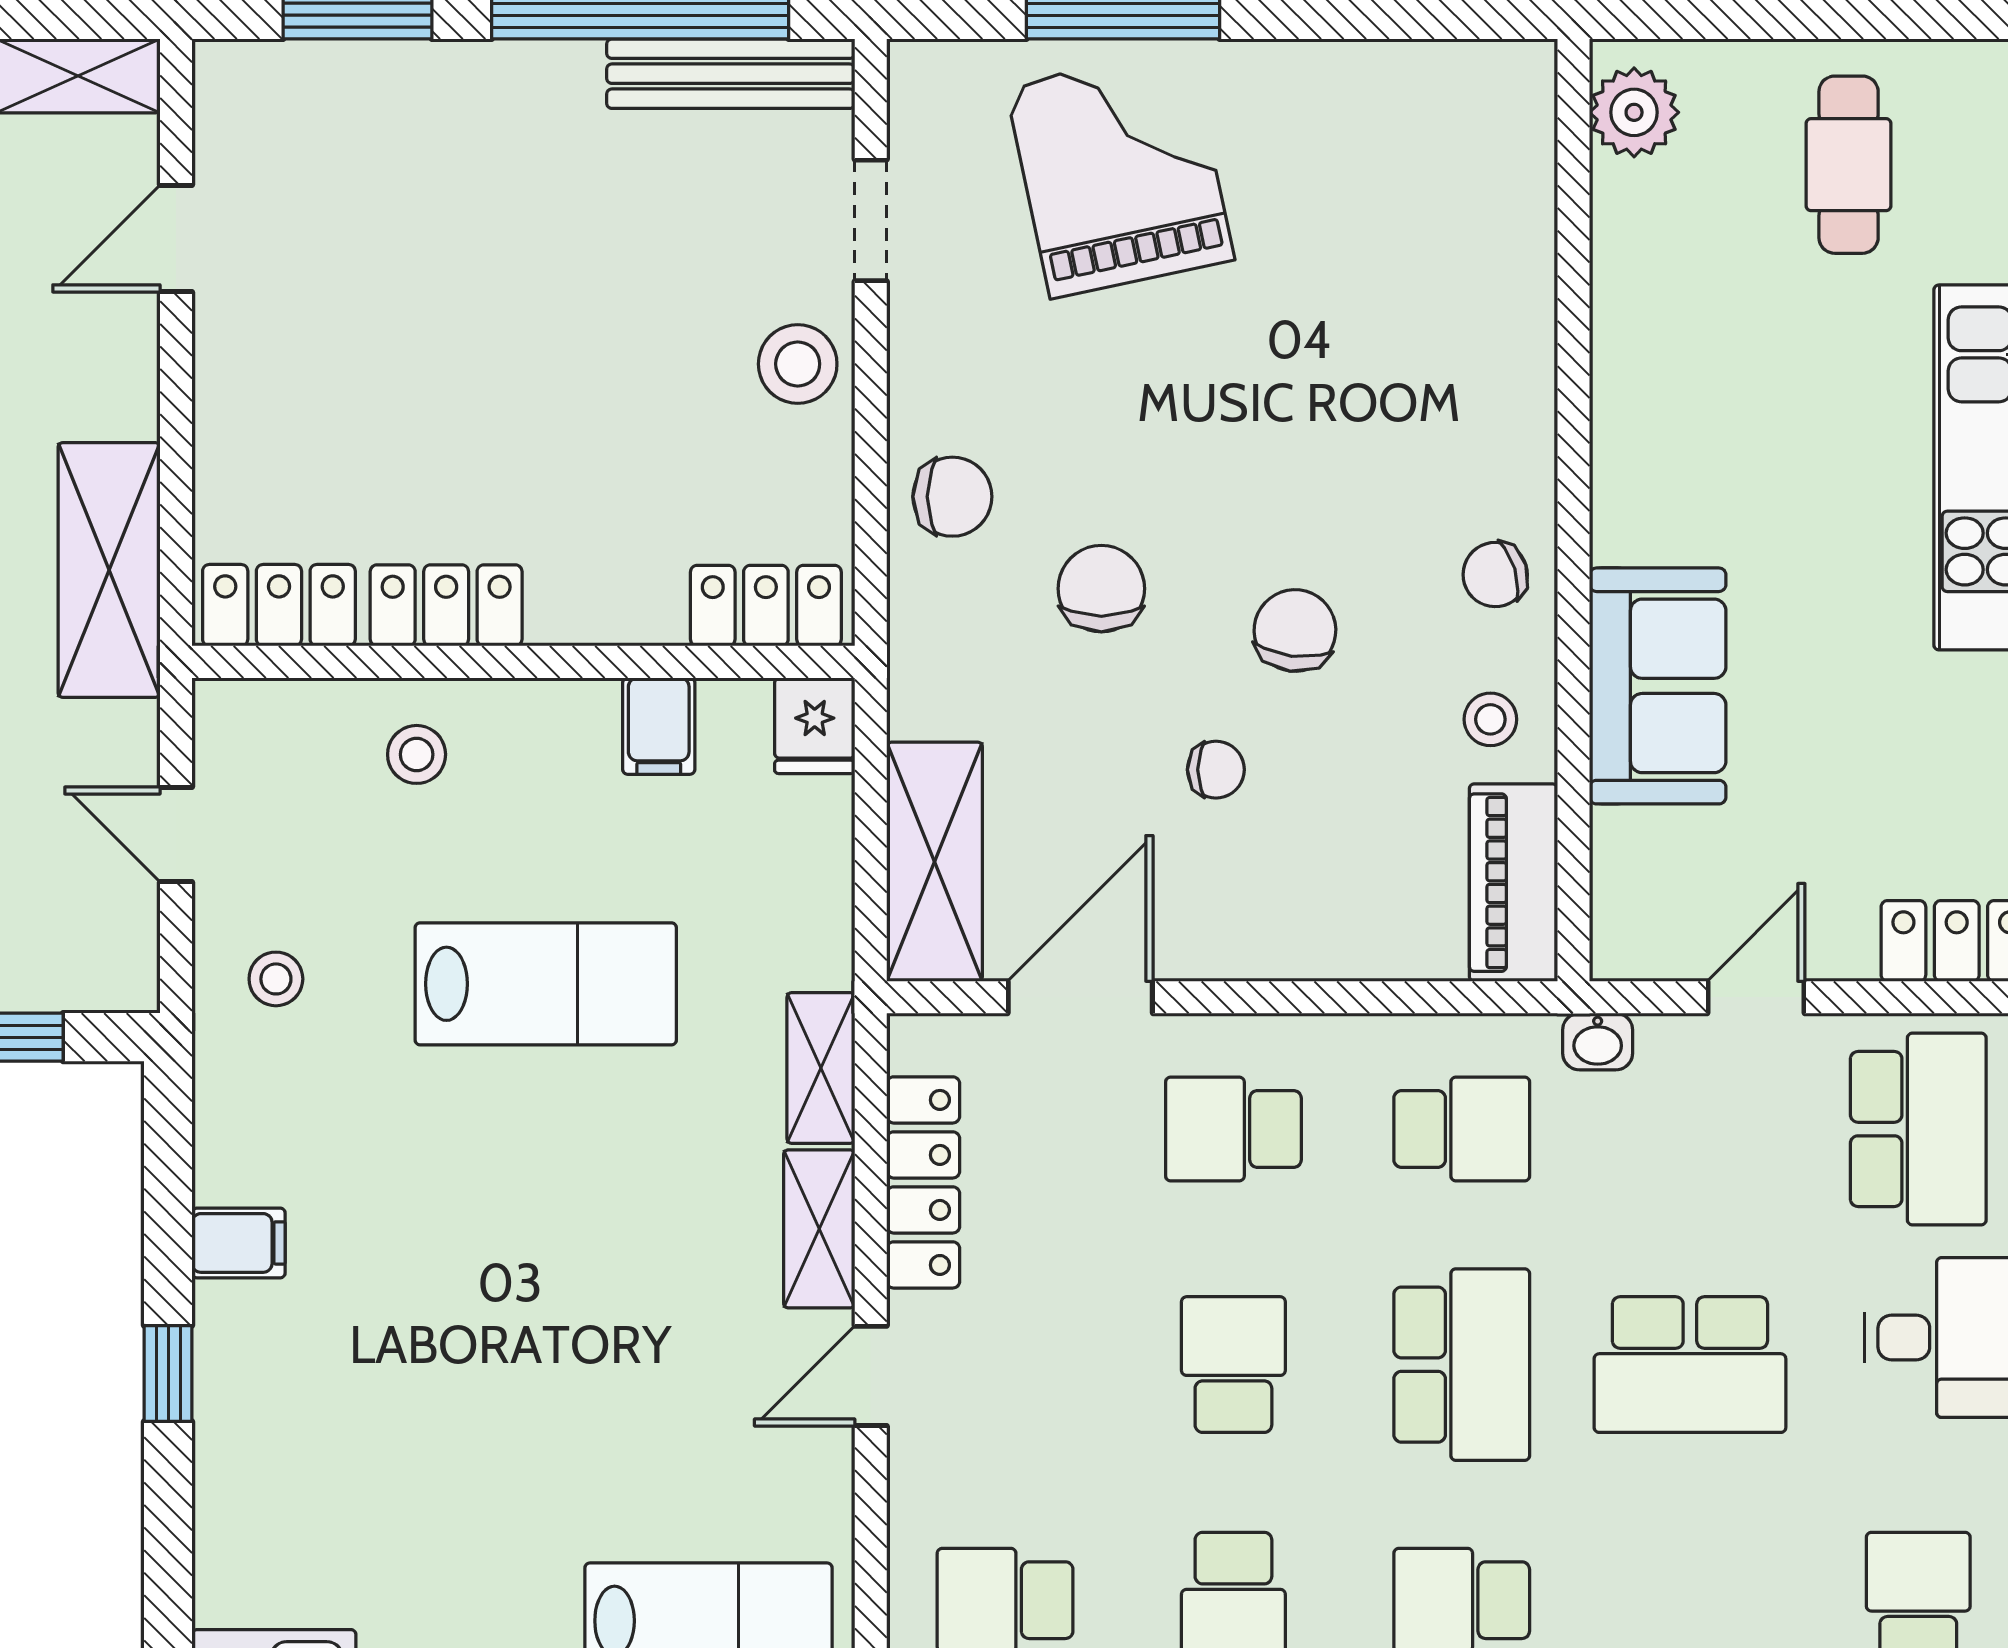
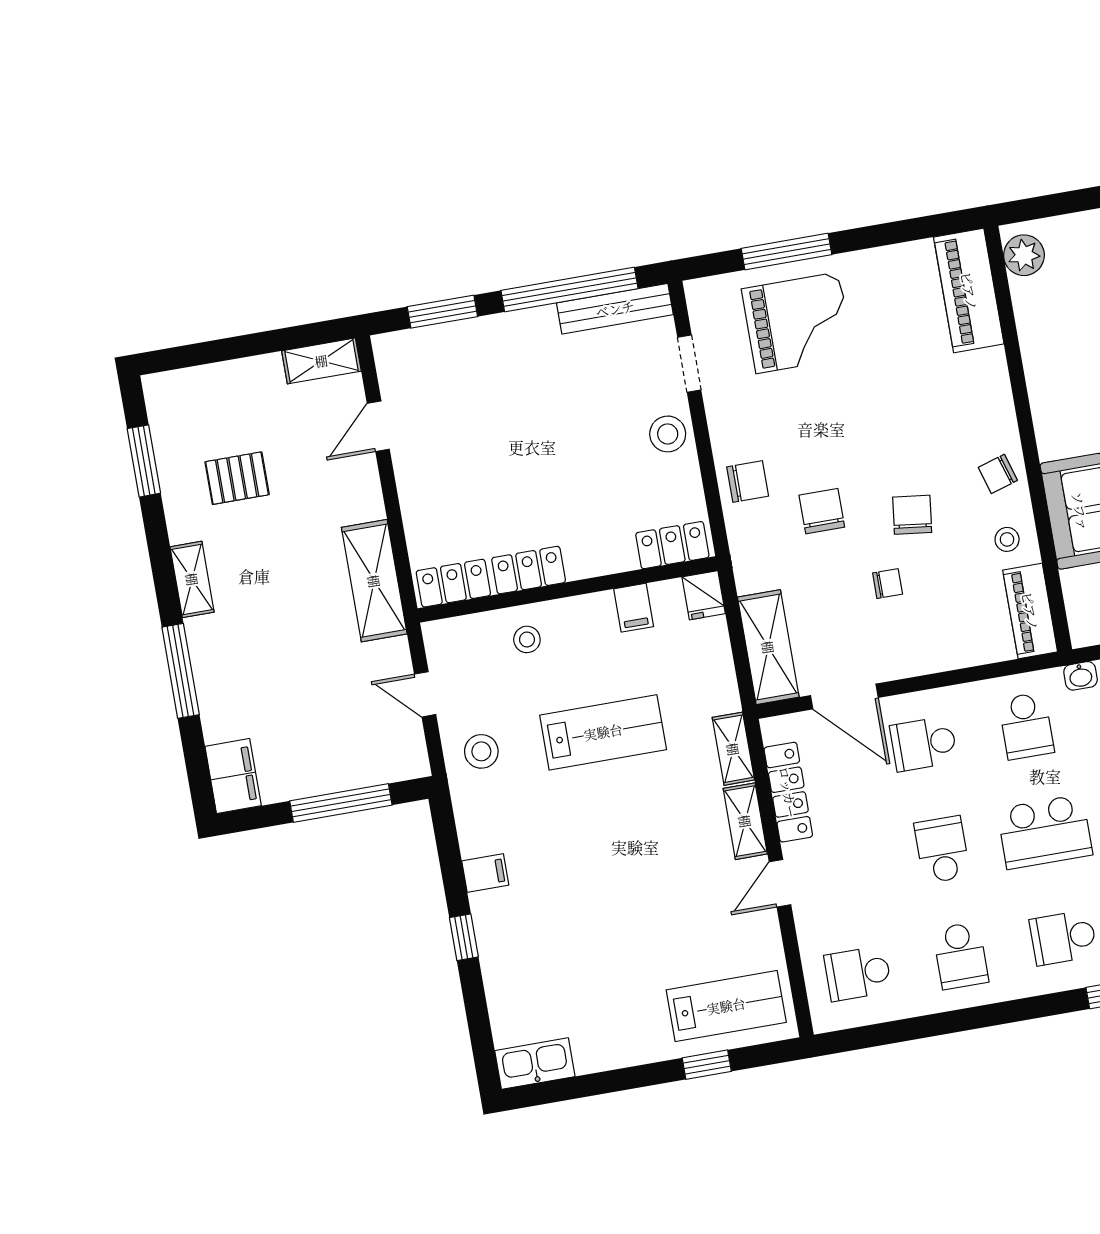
piano: (1502, 168) -> (969, 291), added
grand piano: (1120, 173) -> (798, 323), turned 102
stool: (276, 979) -> (481, 751), width x1.37, depth x1.37
door: (1080, 997) -> (844, 697), swing flipped
school desk: (1462, 1129) -> (1026, 726), turned 90
school desk: (1462, 1365) -> (1045, 832), turned 90

